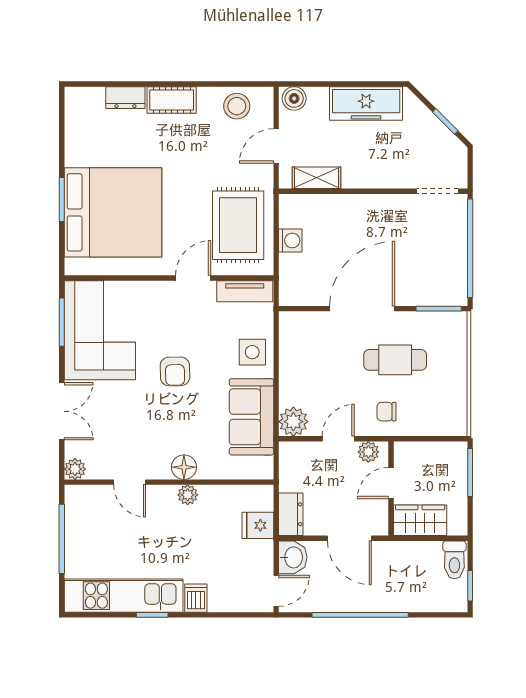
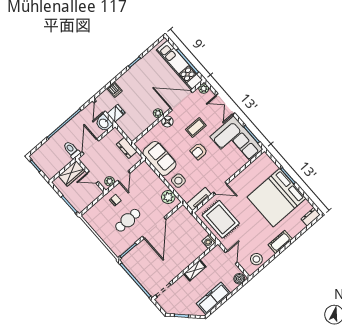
dresser: (125, 98) -> (311, 217), moved
shelving: (316, 178) -> (195, 270), moved
bed: (113, 212) -> (276, 198), moved
washing machine: (290, 240) -> (209, 241), moved
door: (193, 278) -> (220, 188), hinge flipped
armchair: (175, 371) -> (199, 151), turned -89
coffee table: (145, 415) -> (196, 128), added
plant: (293, 422) -> (168, 197), moved
door: (130, 482) -> (181, 100), width x1.88
door: (391, 483) -> (93, 177), swing flipped
dresser: (291, 514) -> (127, 148), moved
fridge: (258, 525) -> (116, 113), moved
door: (349, 538) -> (90, 146), hinge flipped
toilet: (454, 560) -> (72, 150), moved
kitchen unit: (124, 596) -> (179, 65), moved, turned 90
dishwasher: (196, 598) -> (114, 90), moved

